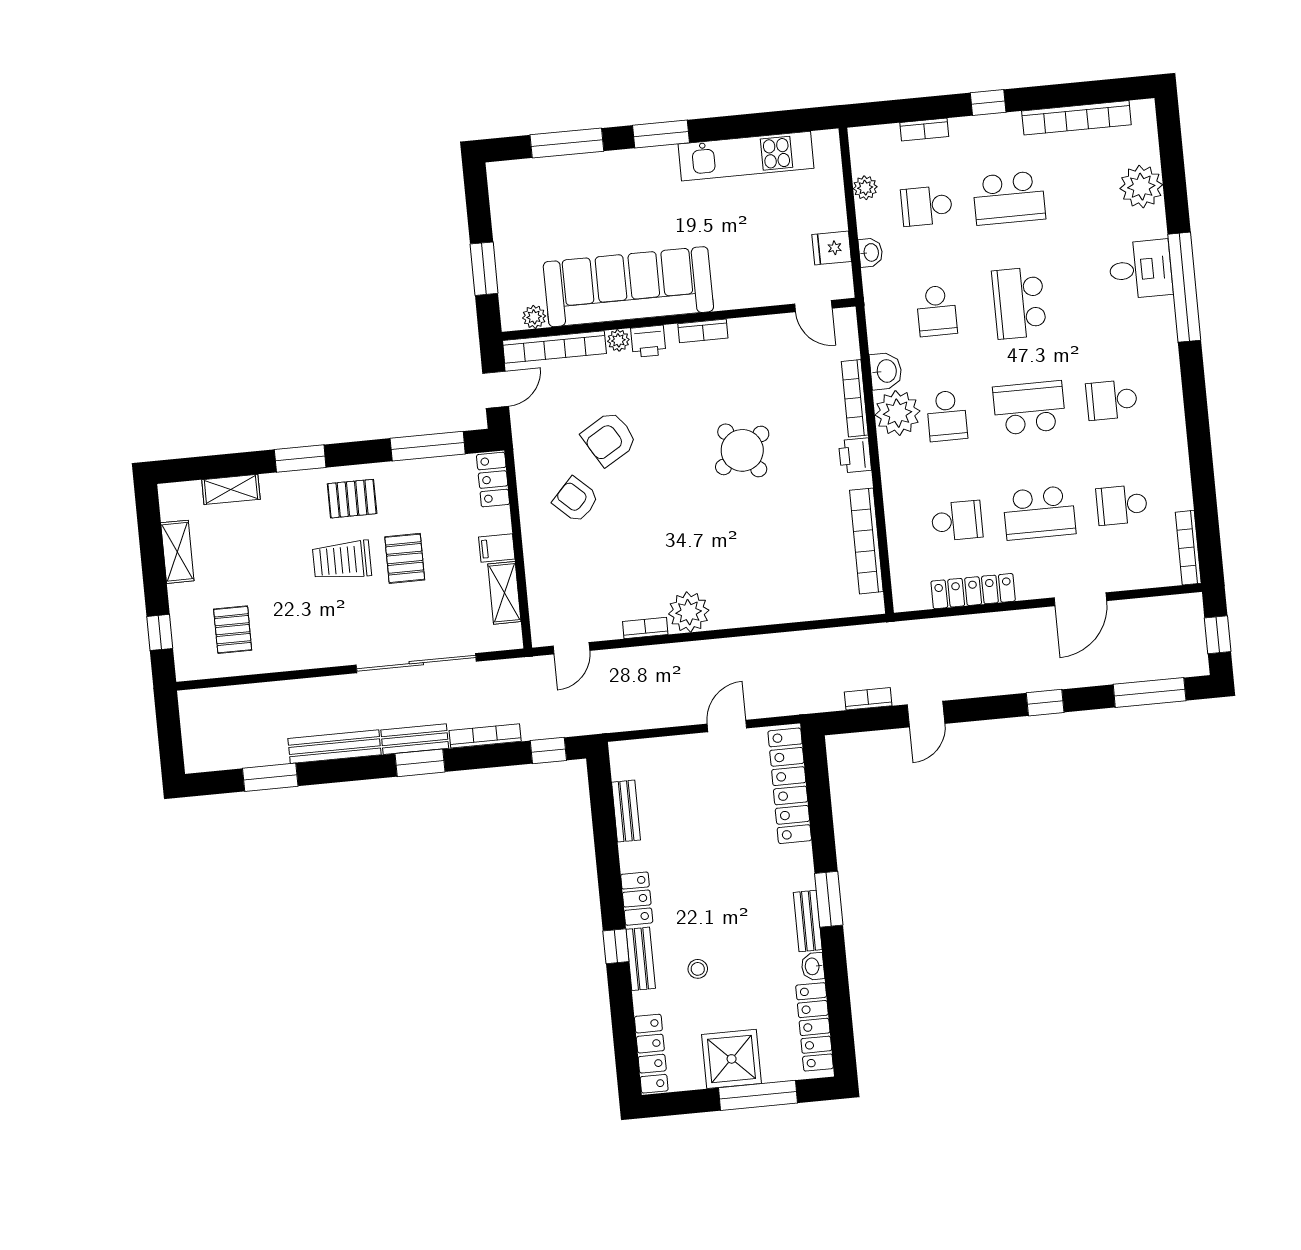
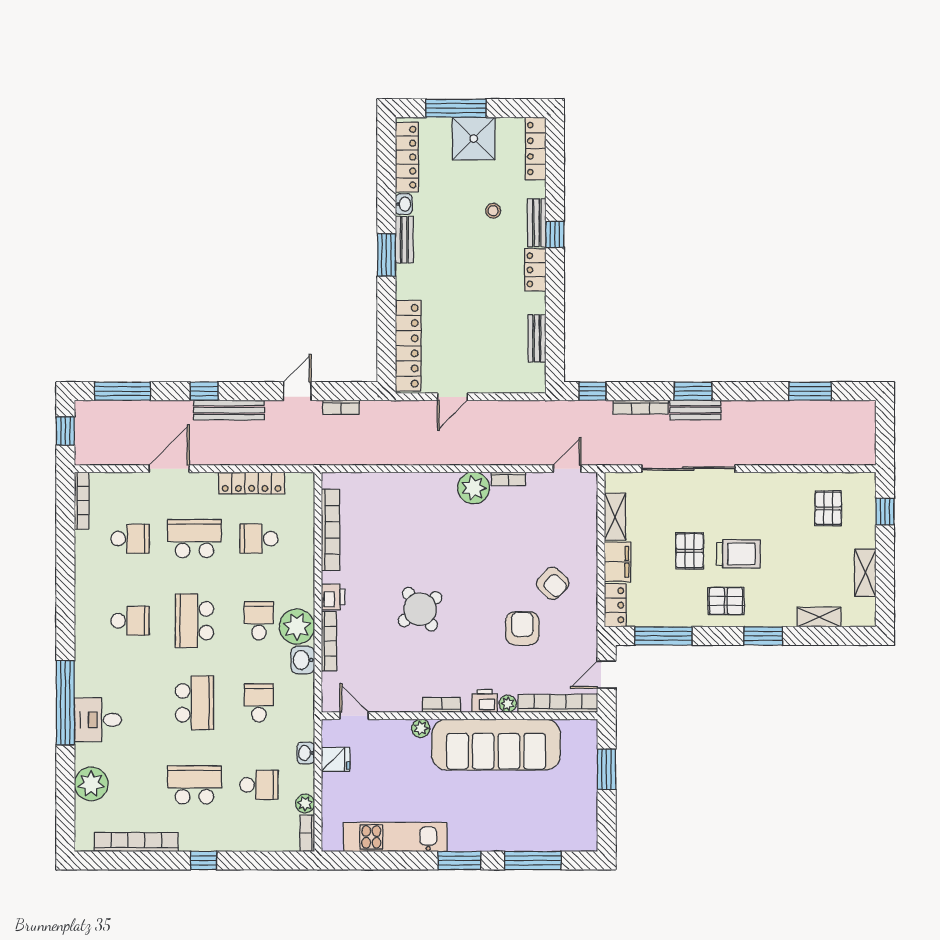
bookcase: (924, 130) -> (307, 833), moved, turned -90
plant: (534, 317) -> (421, 728), moved
school desk: (1029, 408) -> (194, 621), turned 90
armchair: (609, 439) -> (522, 628), turned -59
filing cabinet: (497, 548) -> (618, 562), width x2.00
bench: (335, 747) -> (229, 410), moved

